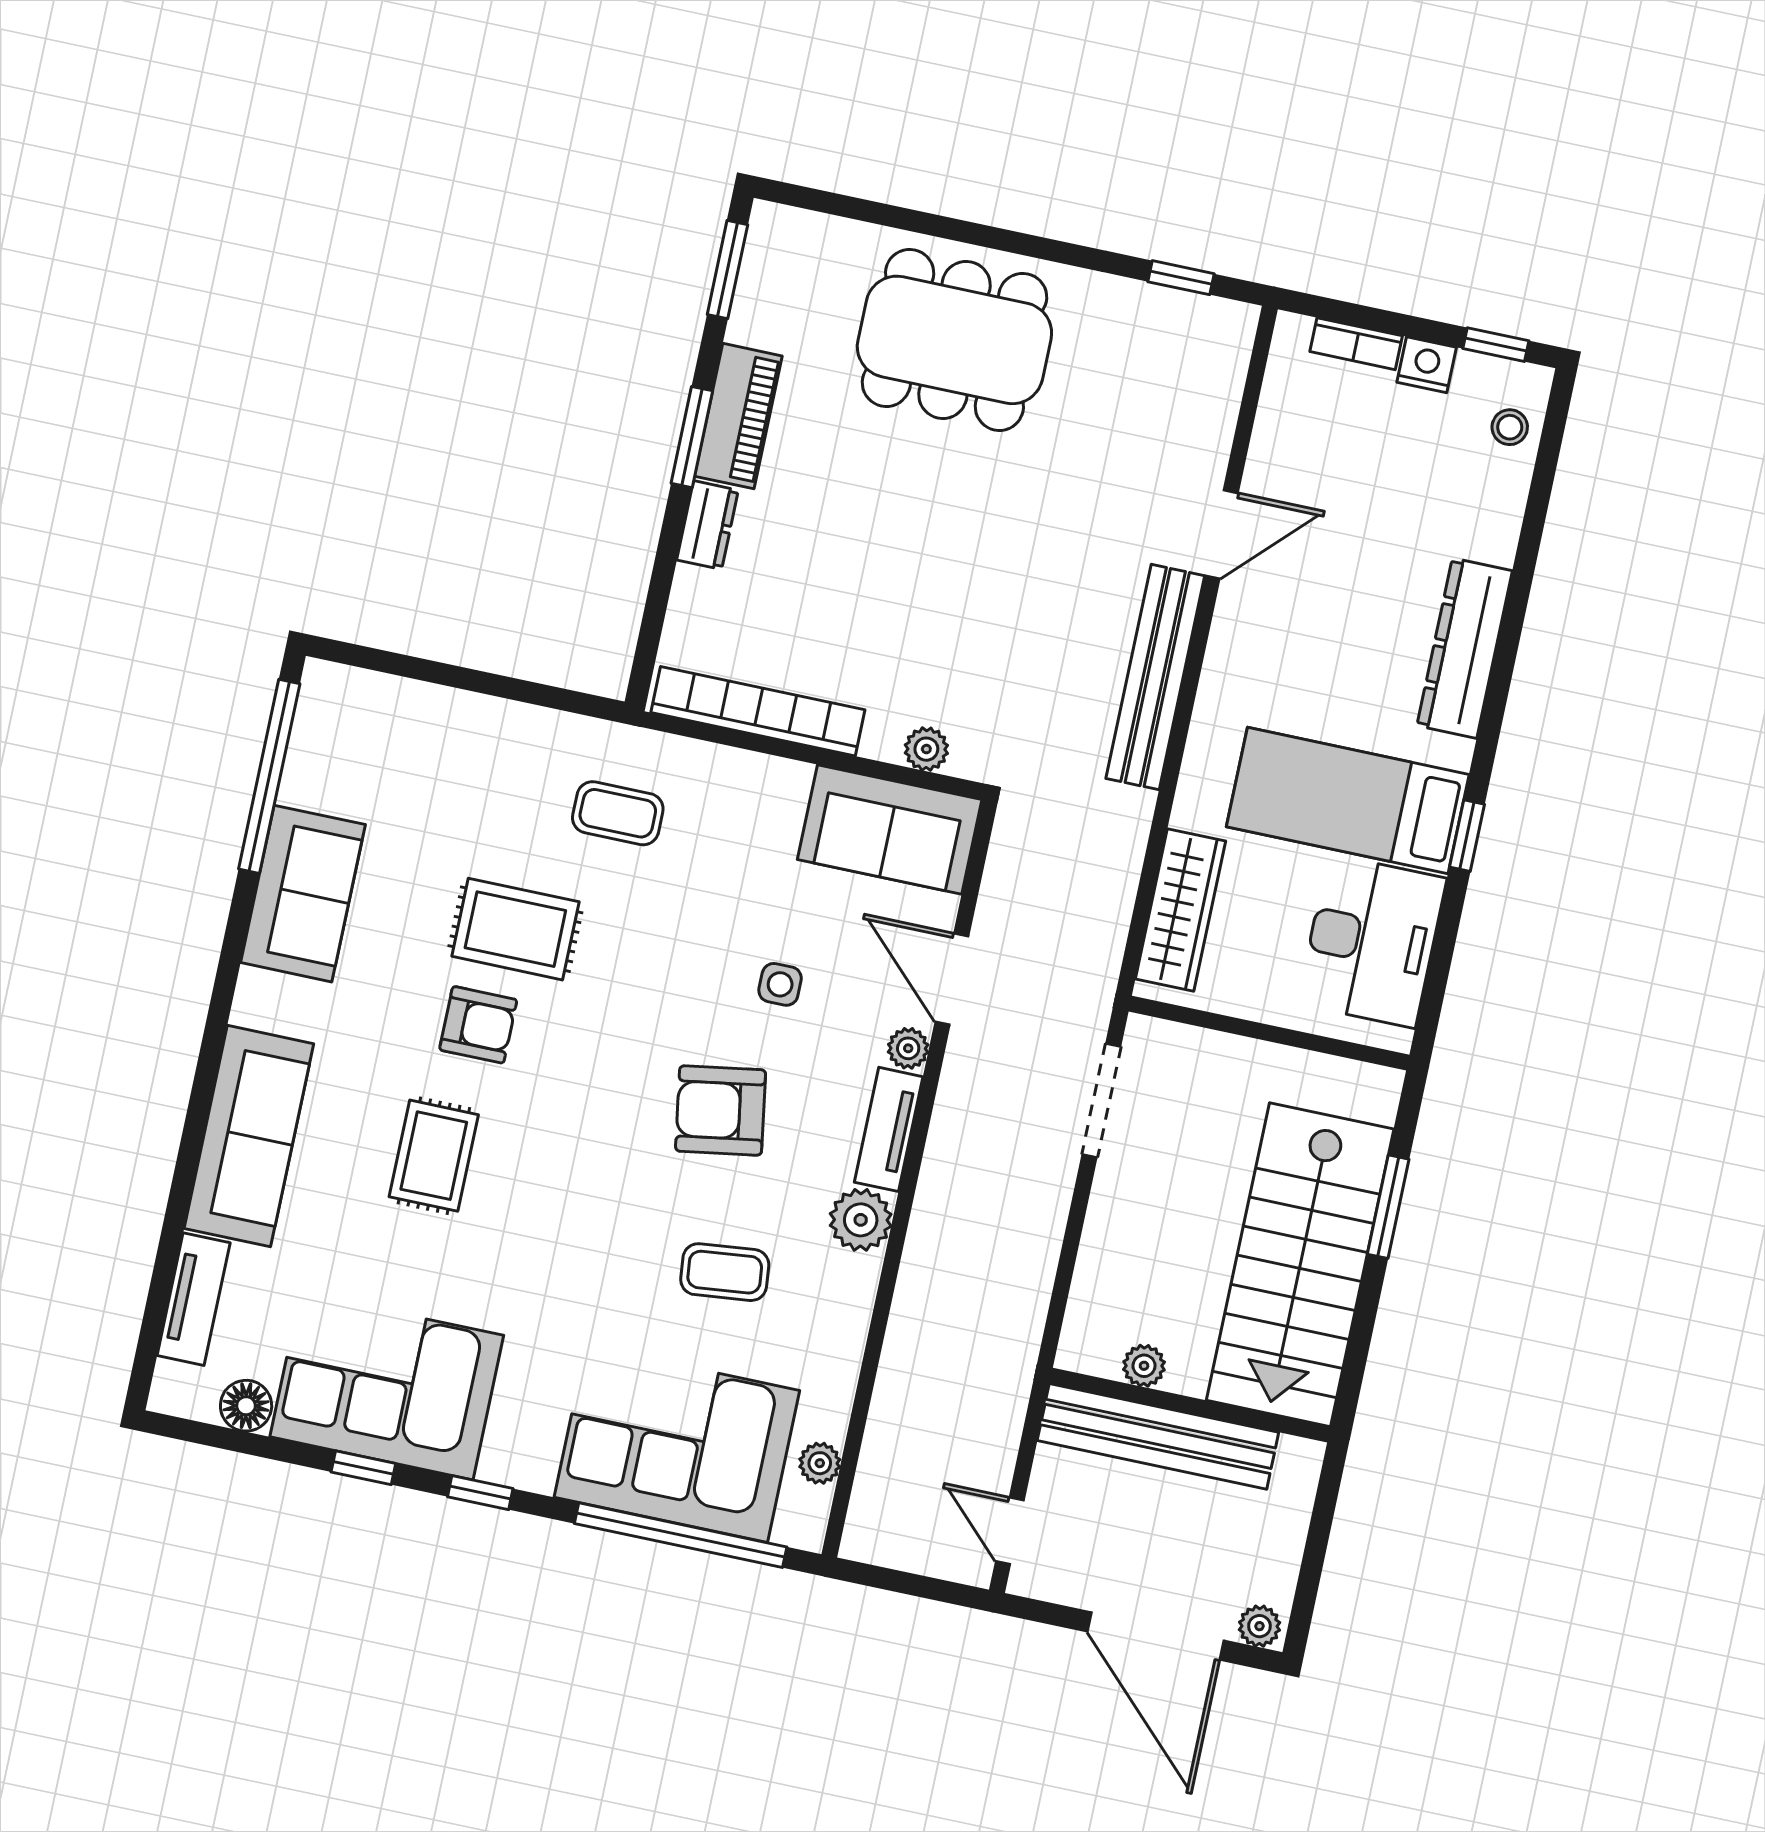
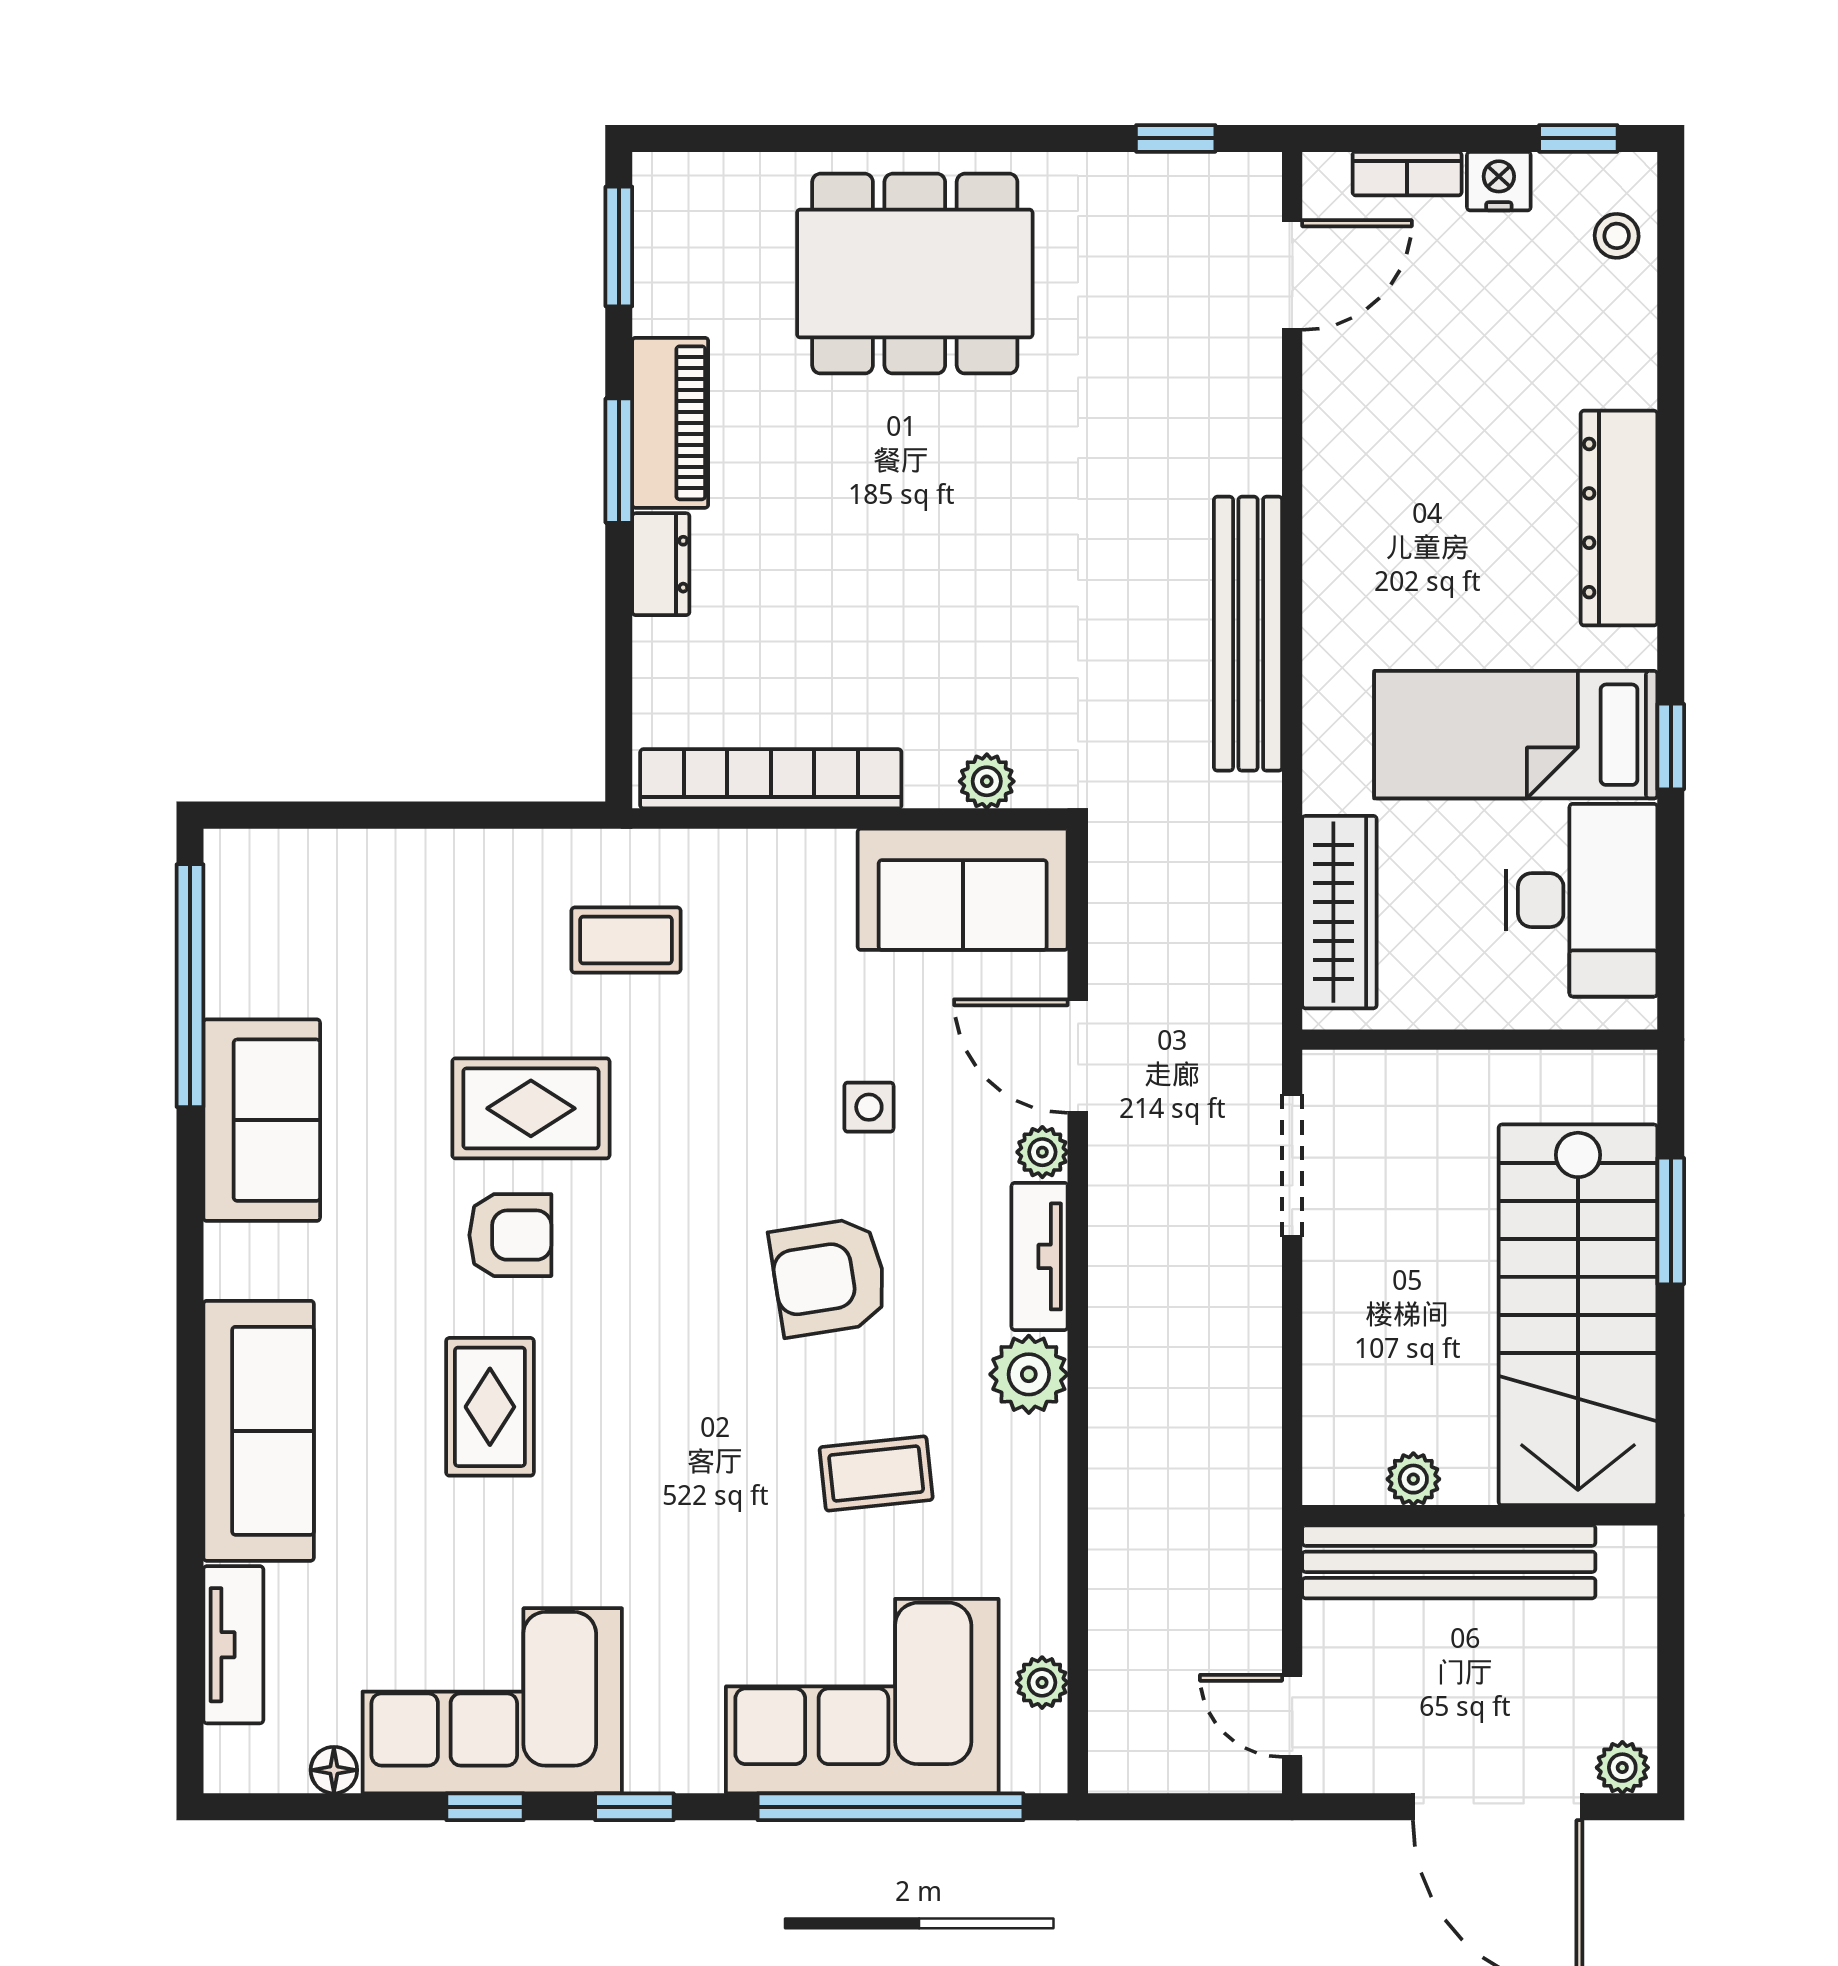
door: (1222, 534) -> (1292, 275), moved
floor lamp: (246, 1406) -> (334, 1770), width x0.73, depth x0.73

